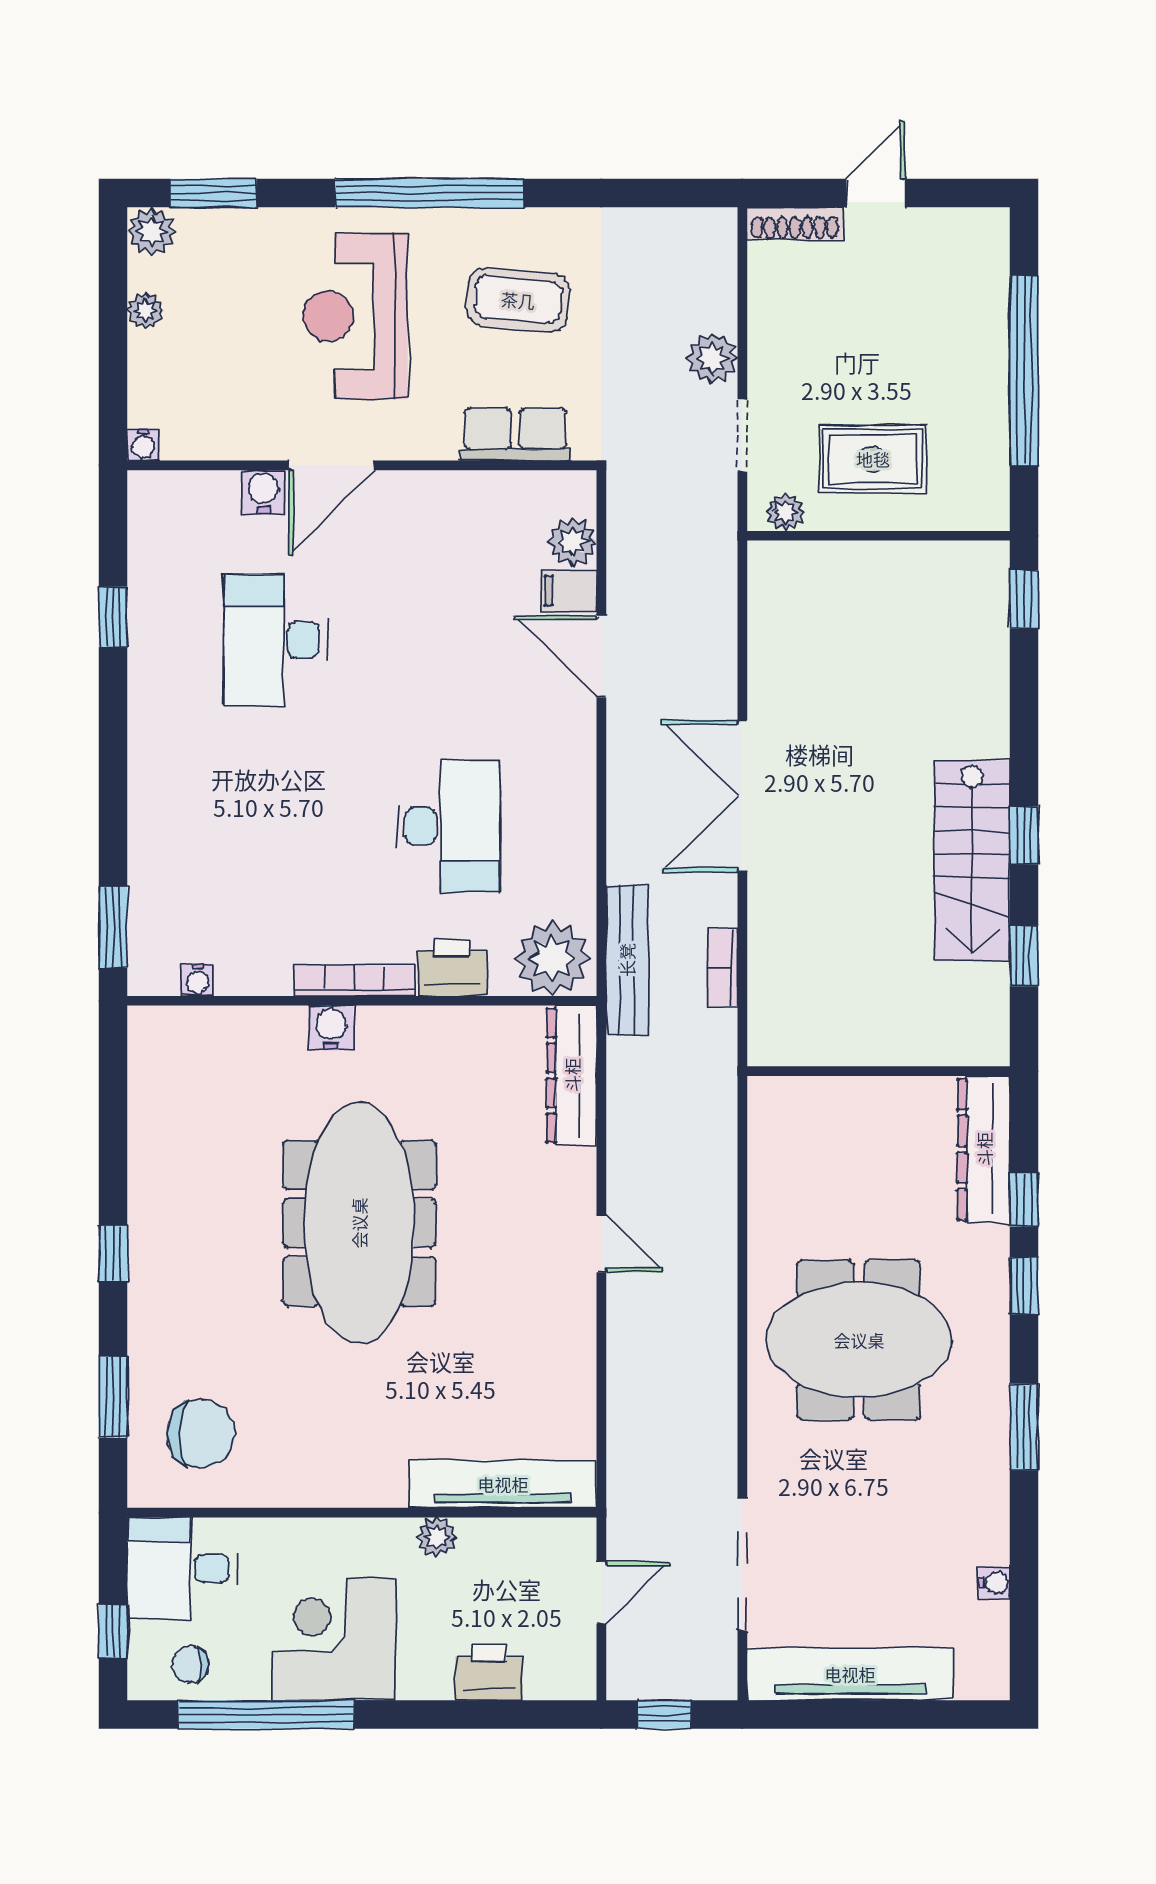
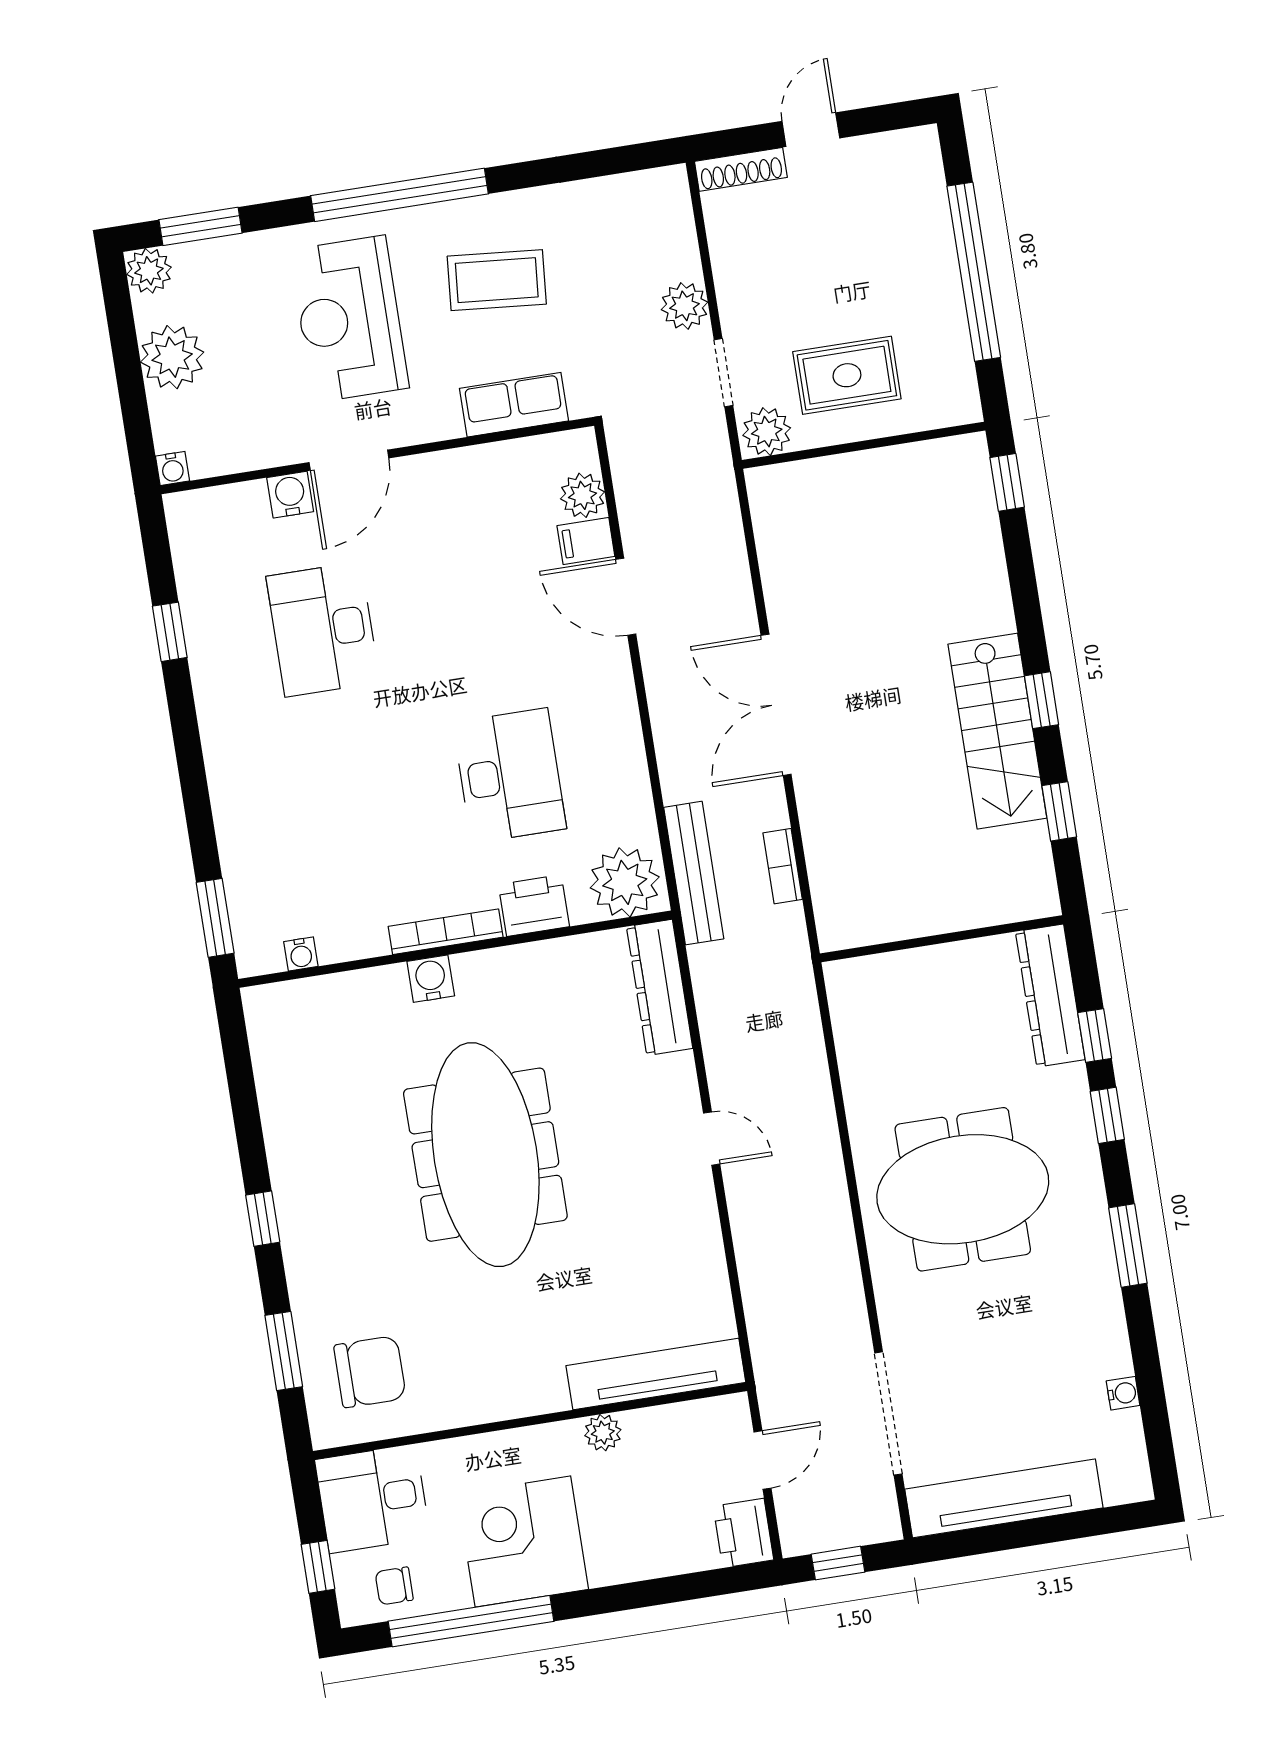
plant: (145, 311) -> (172, 357), width x1.88, depth x1.88
plant: (785, 512) -> (767, 432), width x1.38, depth x1.38
printer: (489, 1673) -> (743, 1533), moved, turned -90

